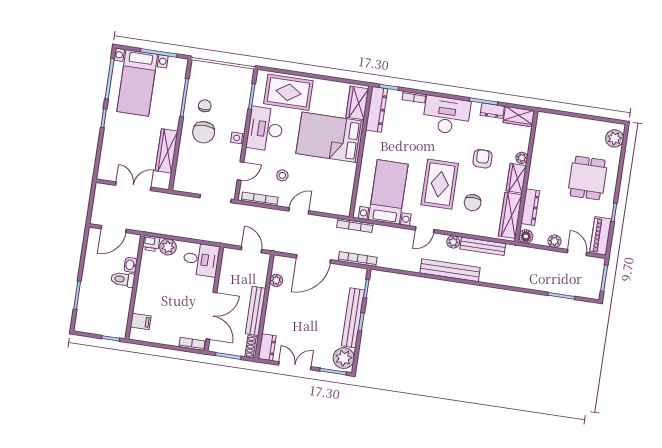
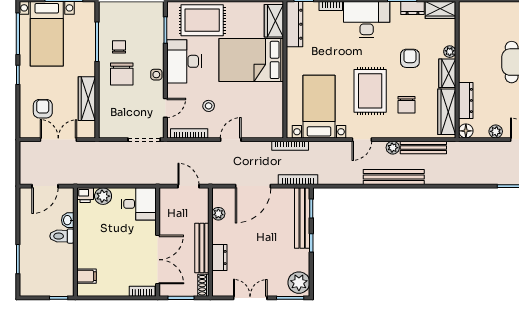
armchair: (123, 154) -> (43, 109), added
bench: (353, 318) -> (302, 218), moved
dresser: (267, 347) -> (219, 257), moved

